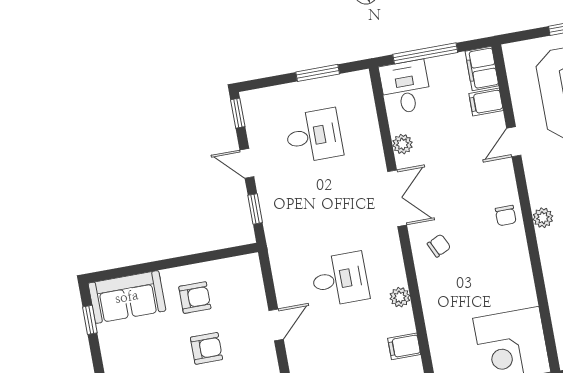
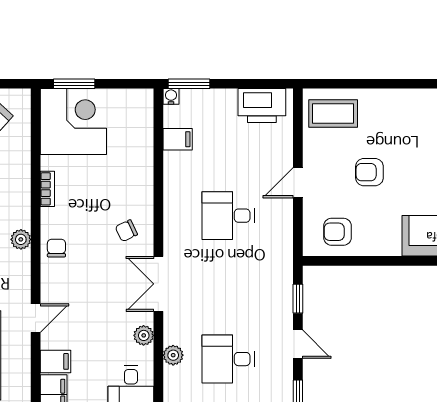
bookcase: (525, 273) -> (47, 189), added
plant: (400, 297) -> (173, 355), moved
armchair: (195, 298) -> (337, 232), moved

